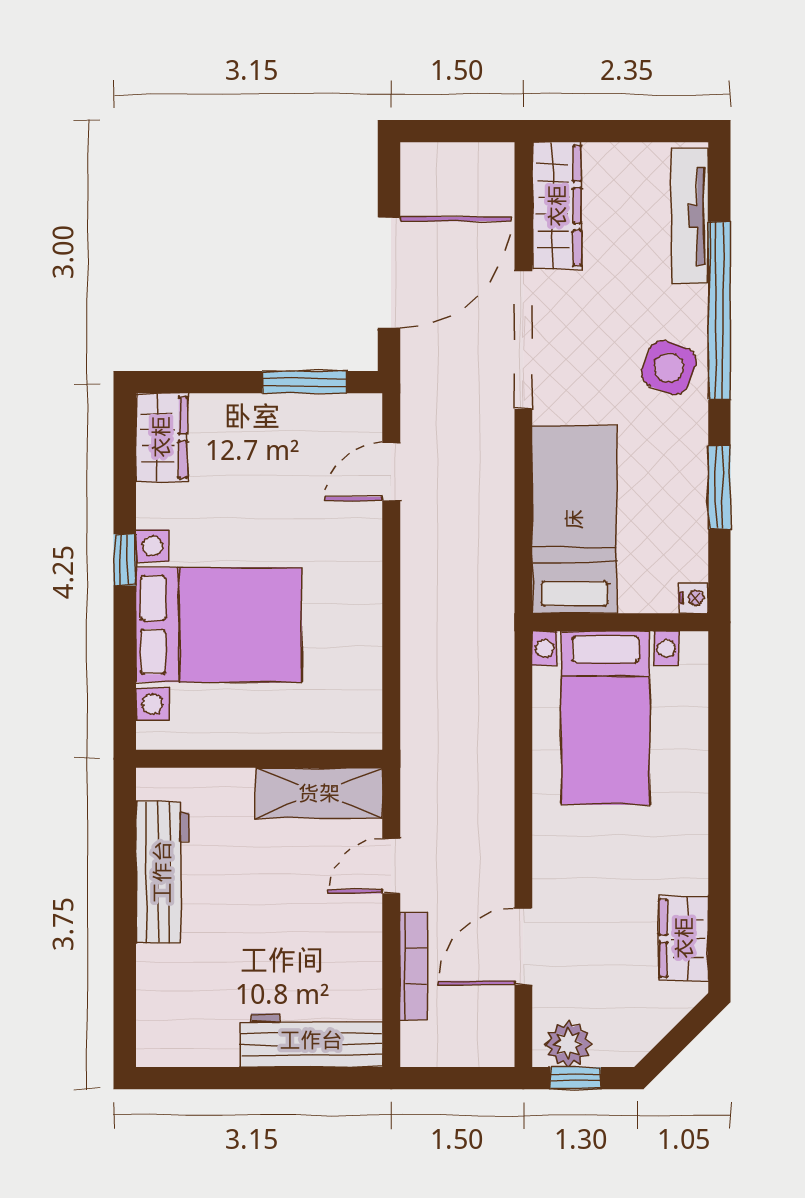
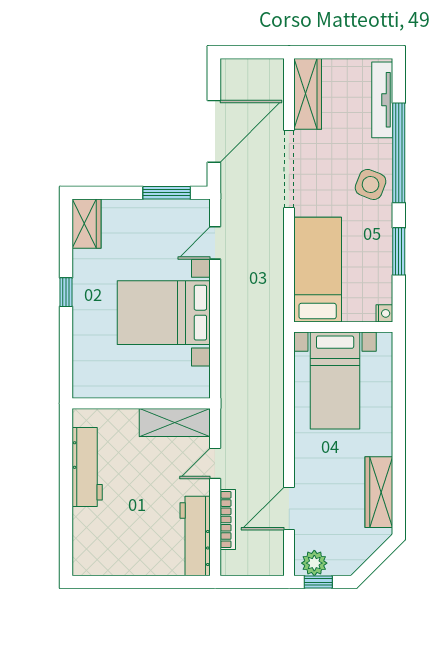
bed with nightstands: (219, 625) -> (164, 313), moved, turned 180
wardrobe: (684, 938) -> (379, 492), width x1.50
workbench: (311, 1040) -> (195, 536), moved, turned -90

